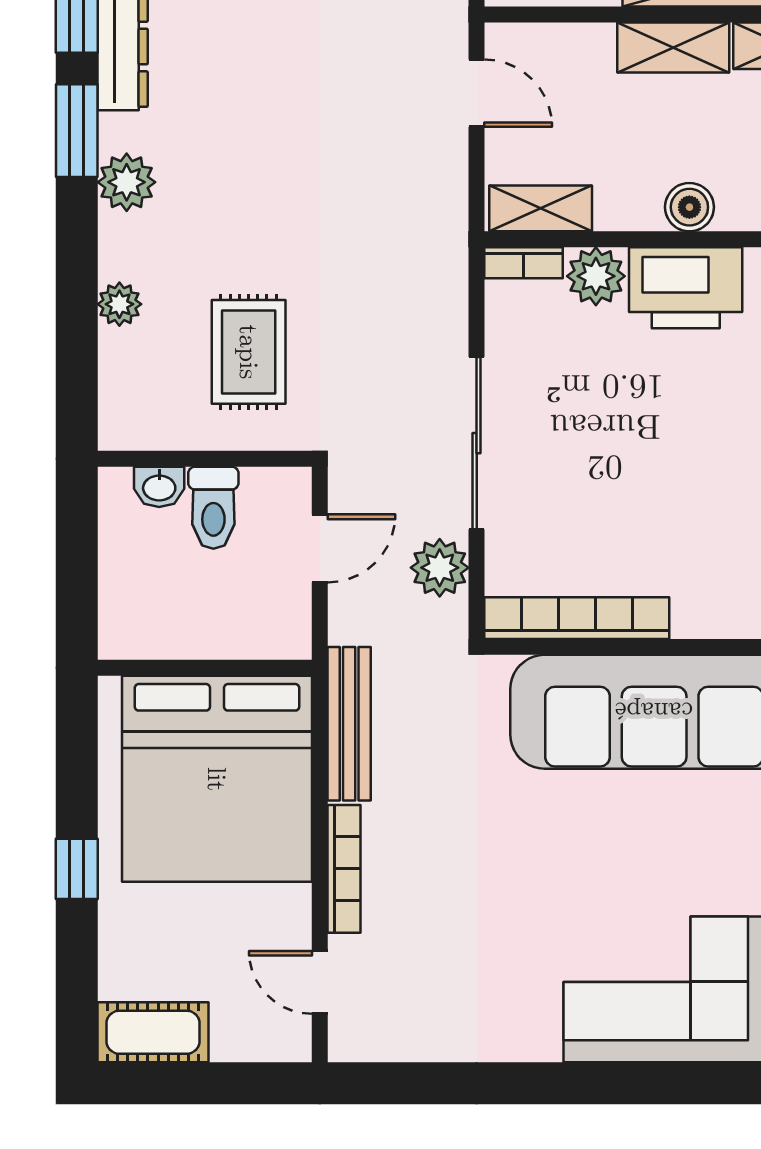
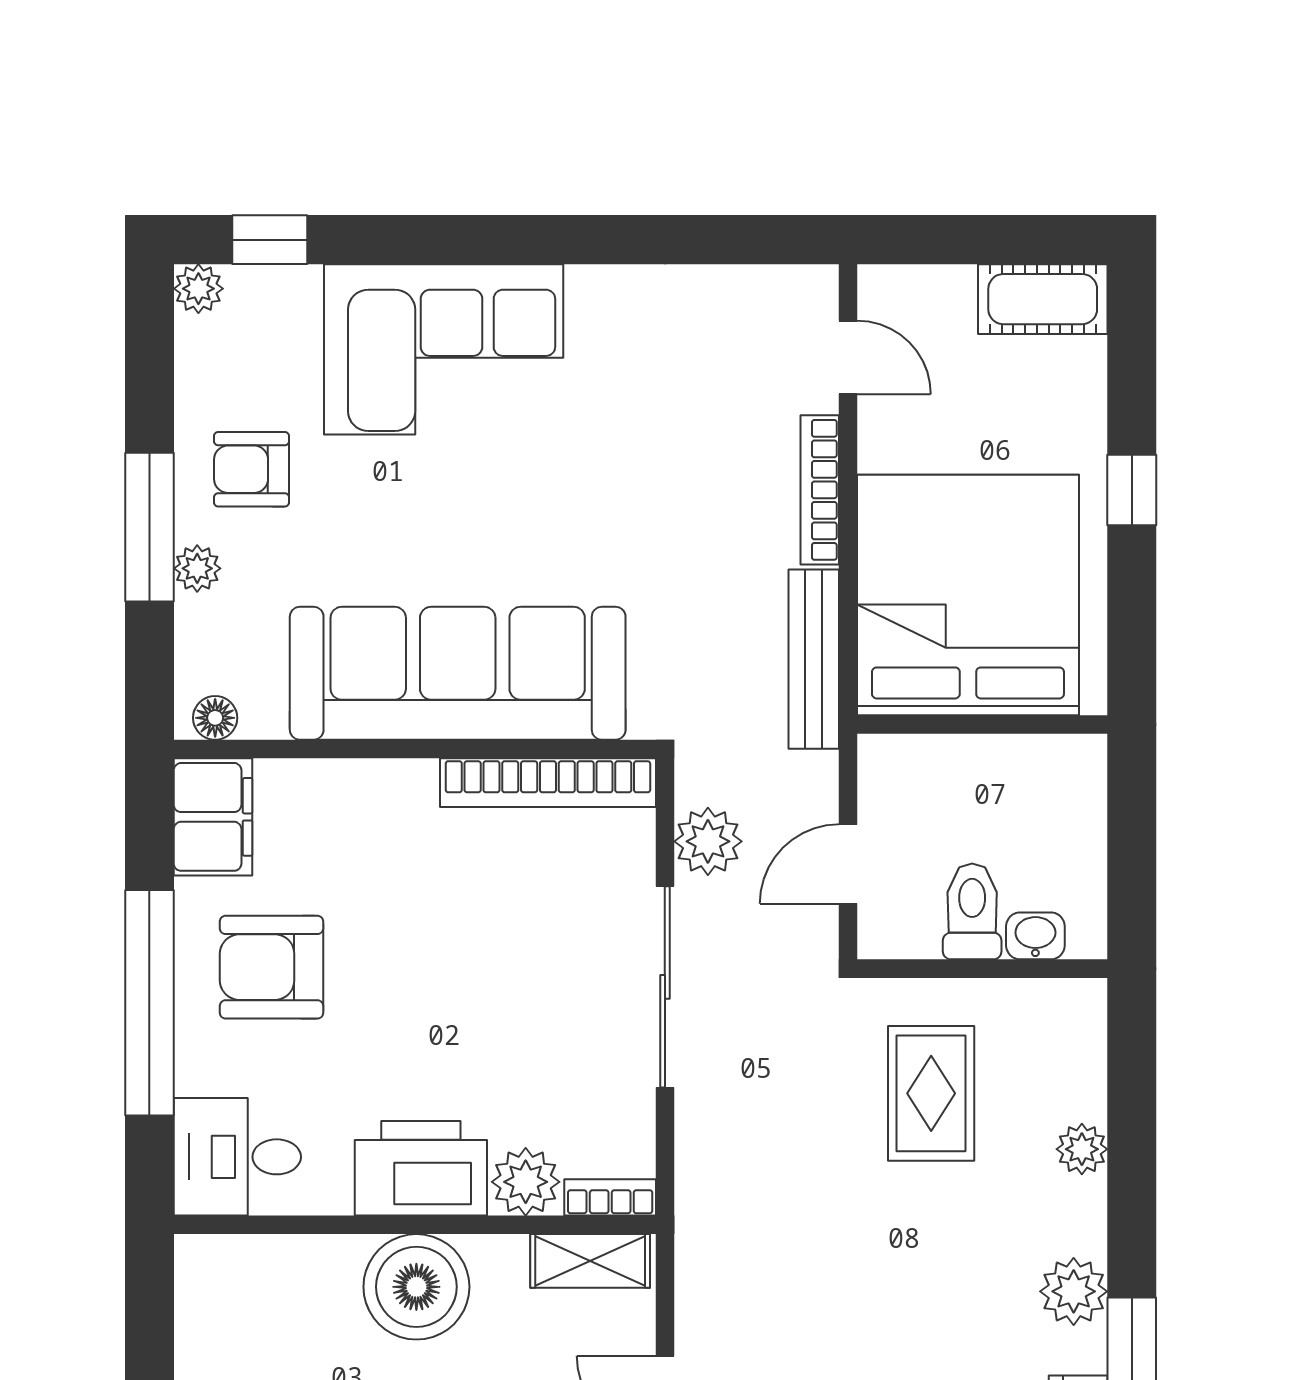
boiler: (689, 207) -> (416, 1287), width x1.86, depth x1.86

